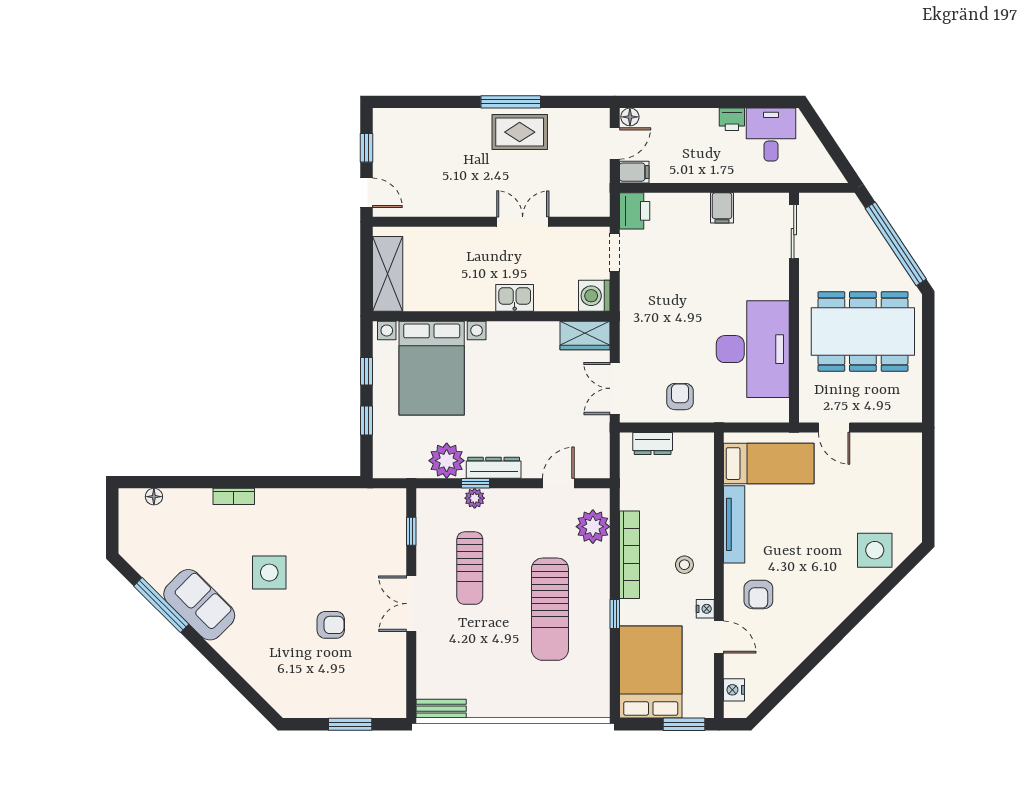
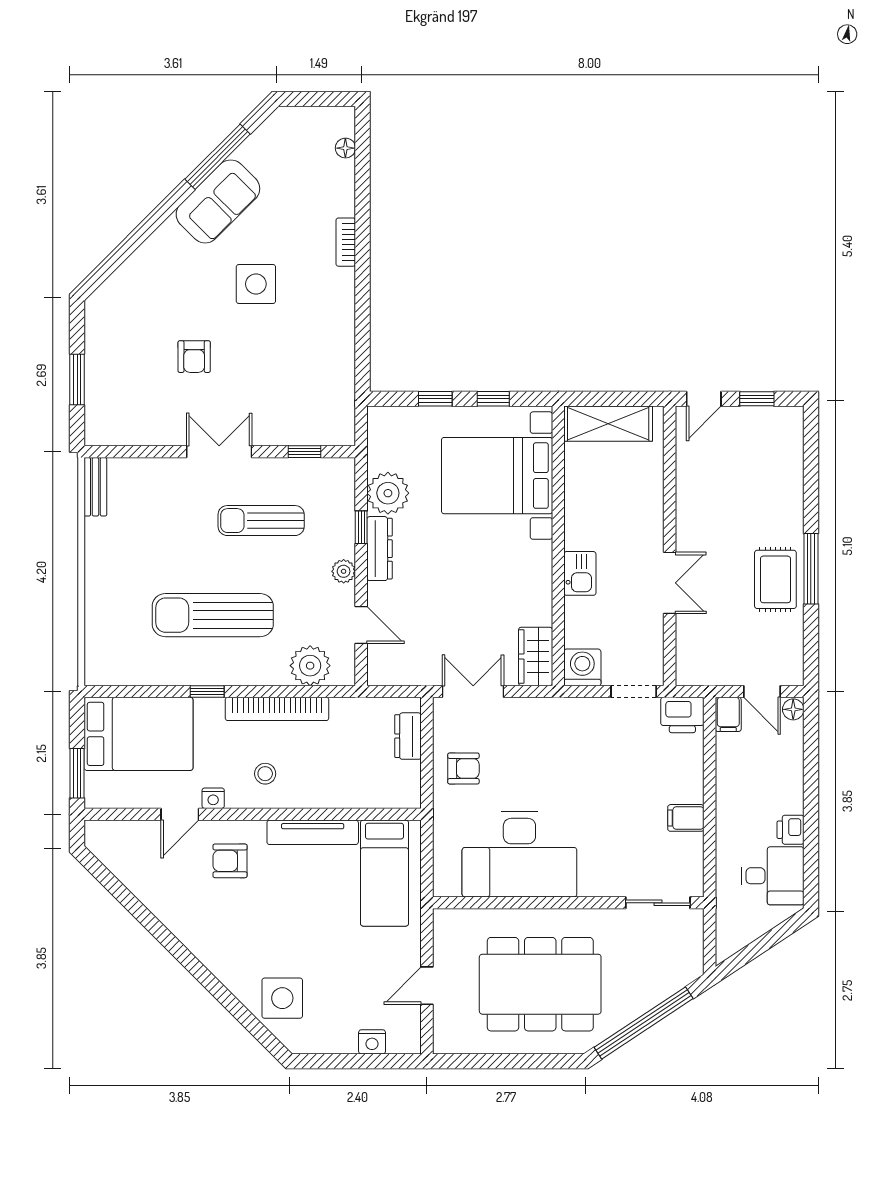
dining table: (863, 331) -> (540, 984), turned 90
door: (834, 428) -> (427, 986), moved
plant: (475, 498) -> (344, 571), moved
nightstand: (734, 690) -> (372, 1042), moved, turned 180

